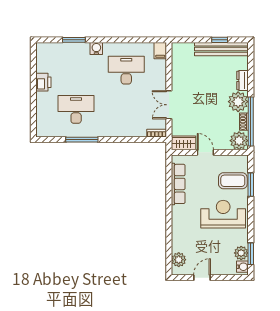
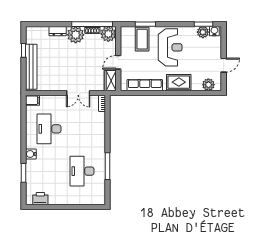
bench: (221, 49) -> (31, 67), moved
printer: (43, 82) -> (40, 199), moved
reception desk: (223, 214) -> (170, 47), turned 180
rug: (182, 224) -> (179, 82), added
door: (202, 278) -> (224, 65), swing flipped

